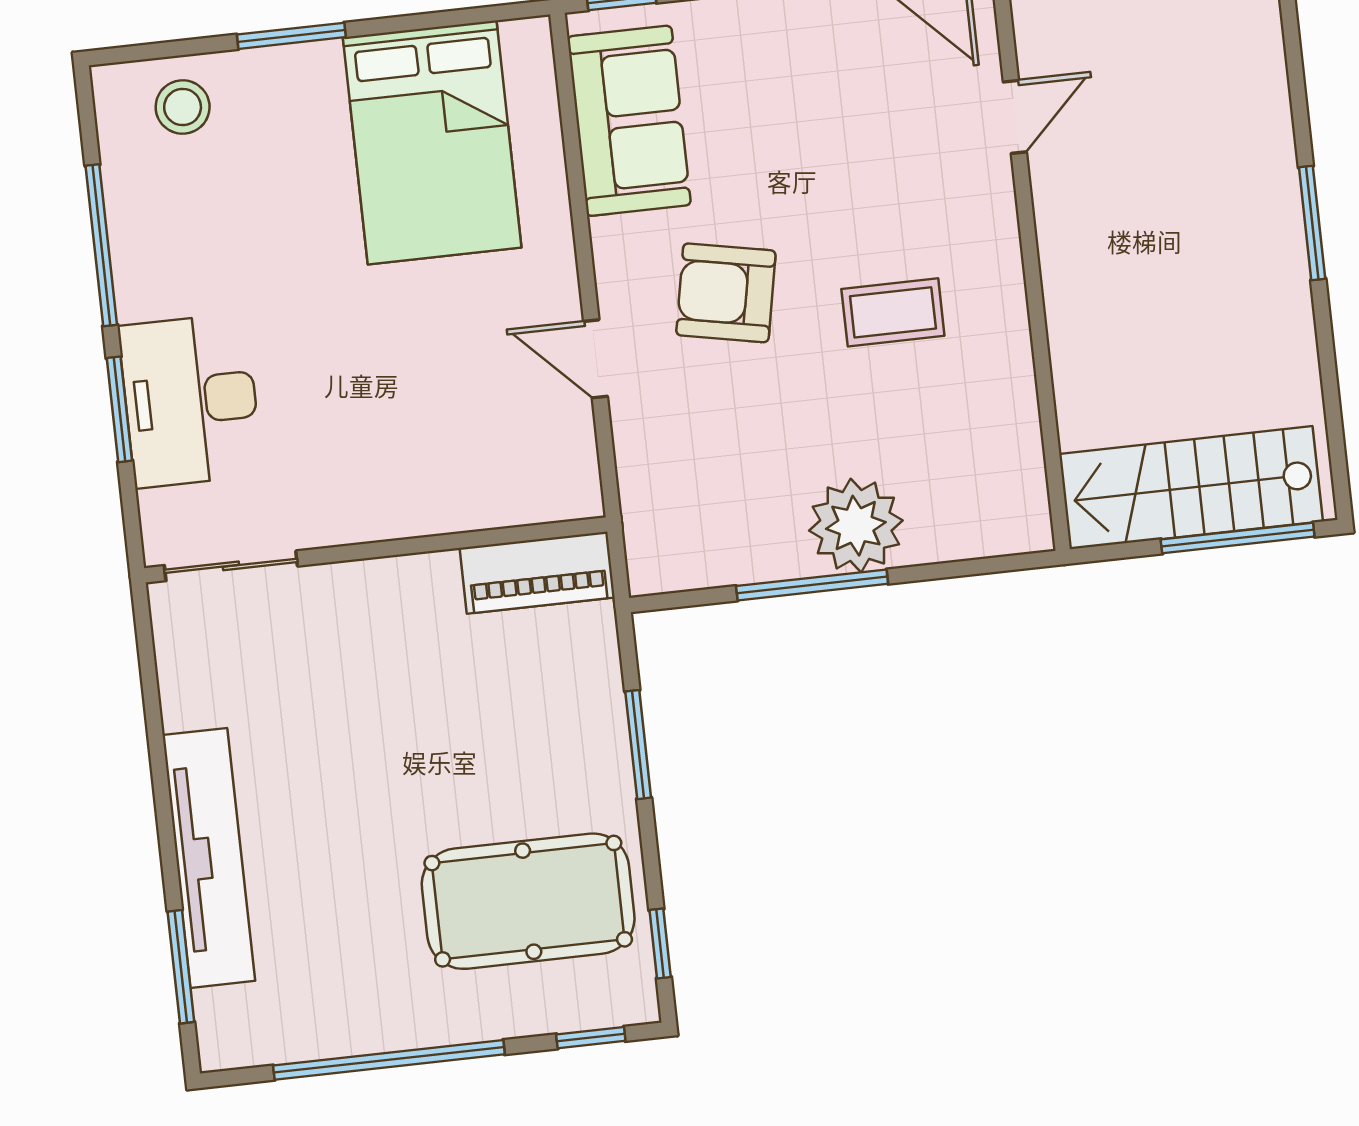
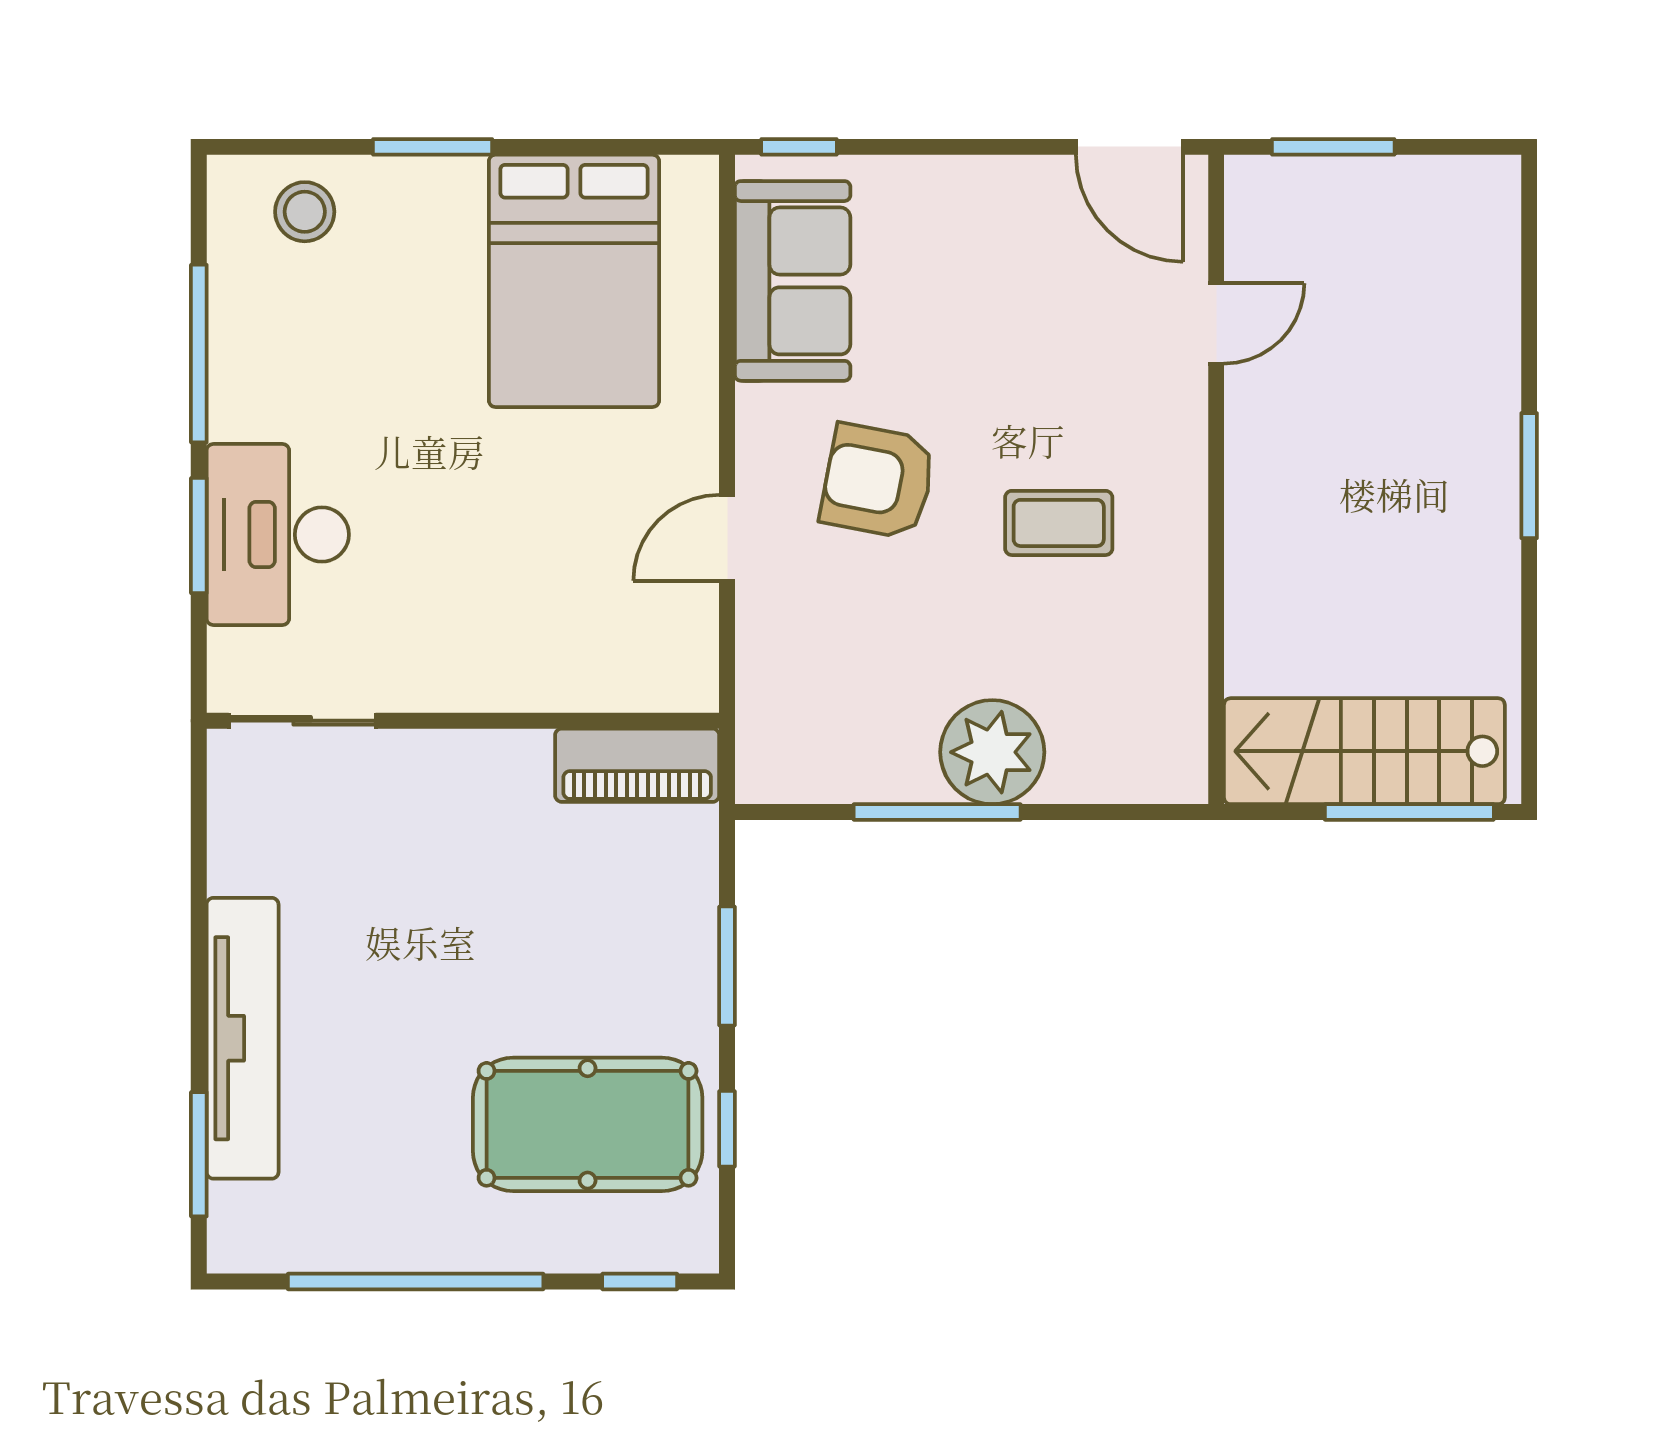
door: (596, 359) -> (727, 538), hinge flipped
window: (660, 944) -> (727, 1129), moved

